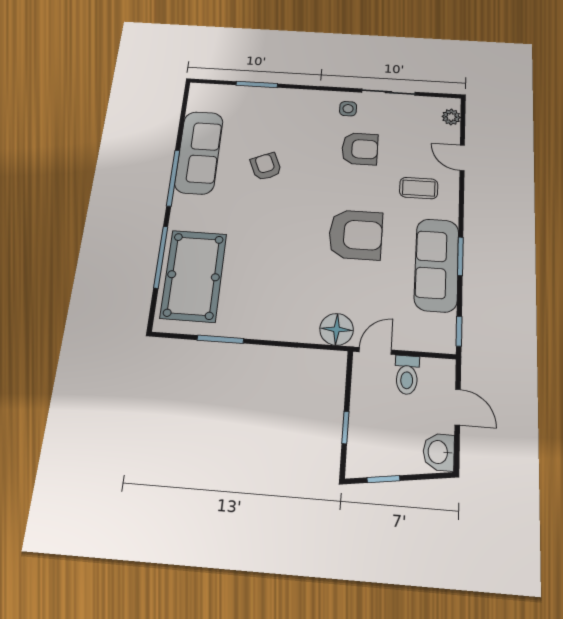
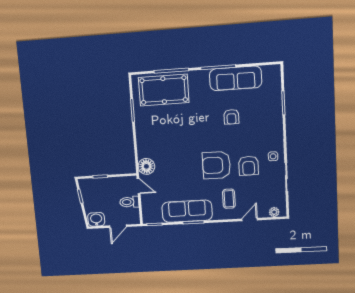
armchair: (266, 167) -> (231, 117), turned 113
armchair: (356, 235) -> (216, 165), moved, turned 90

